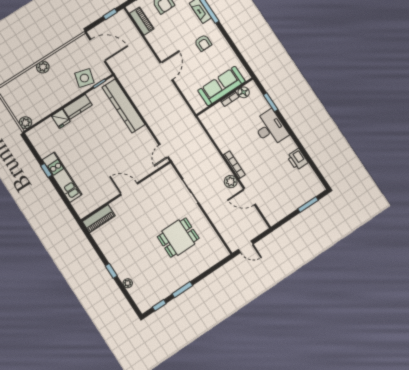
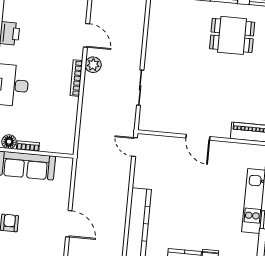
door: (166, 71) -> (69, 224), swing flipped
door: (164, 151) -> (135, 147), swing flipped
dining table: (178, 238) -> (232, 35), moved

